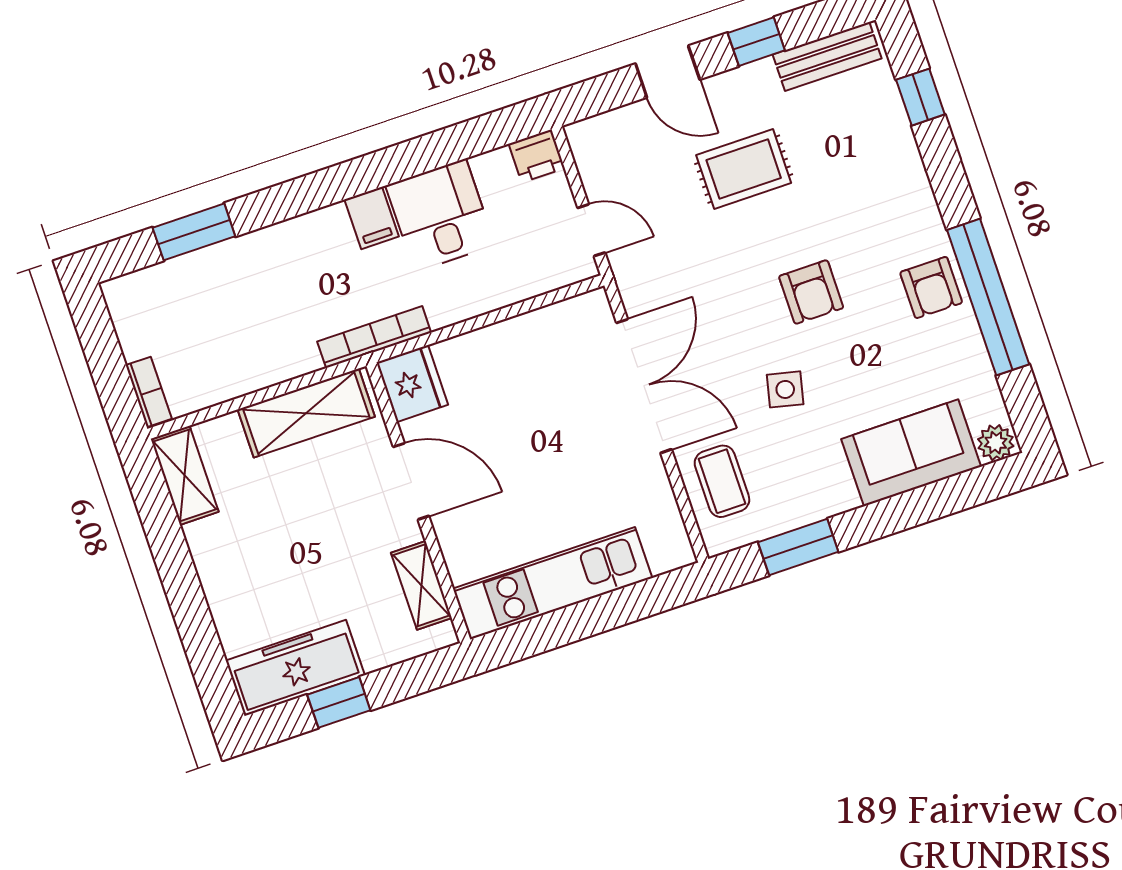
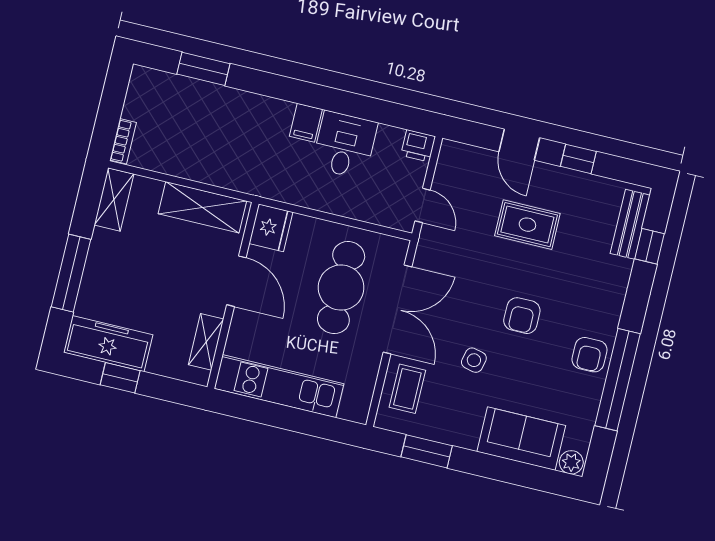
bench: (827, 56) -> (630, 224), moved, turned 90
bookcase: (374, 337) -> (266, 189), removed
cafe table: (553, 404) -> (341, 288), added
window: (189, 607) -> (71, 273), added

